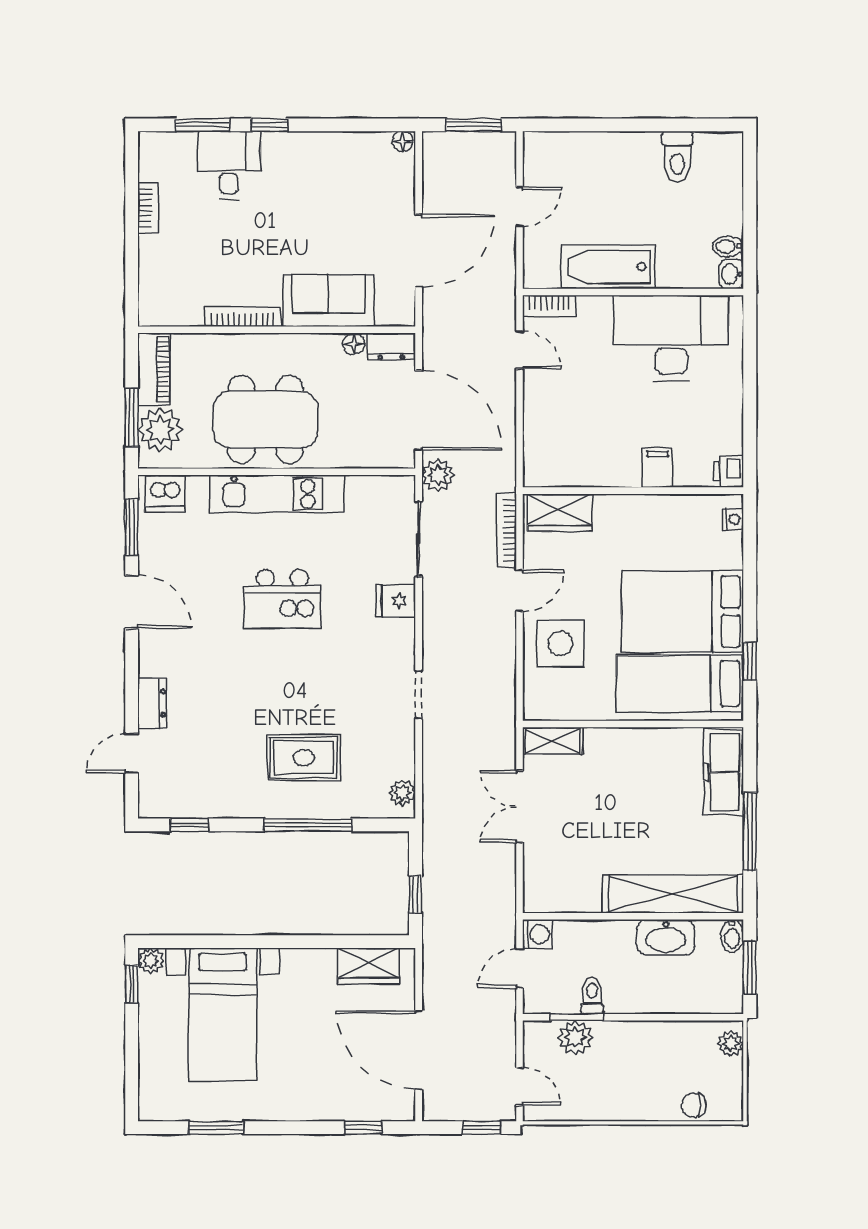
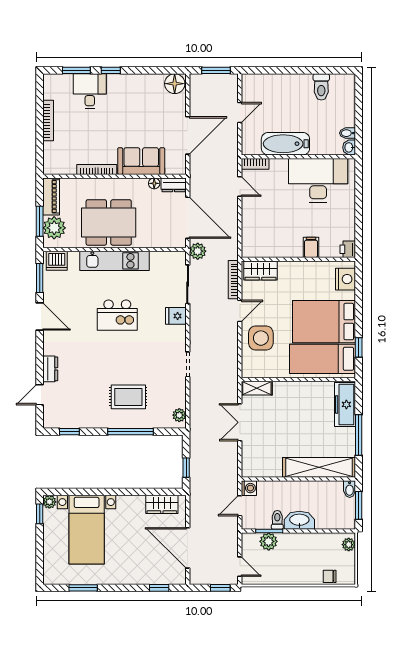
floor lamp: (403, 141) -> (175, 84), width x1.89, depth x1.89
bookcase: (148, 208) -> (48, 121), width x1.56
nightstand: (733, 519) -> (345, 279), width x1.89, depth x1.79
washbasin: (666, 937) -> (299, 520), moved, turned 180

